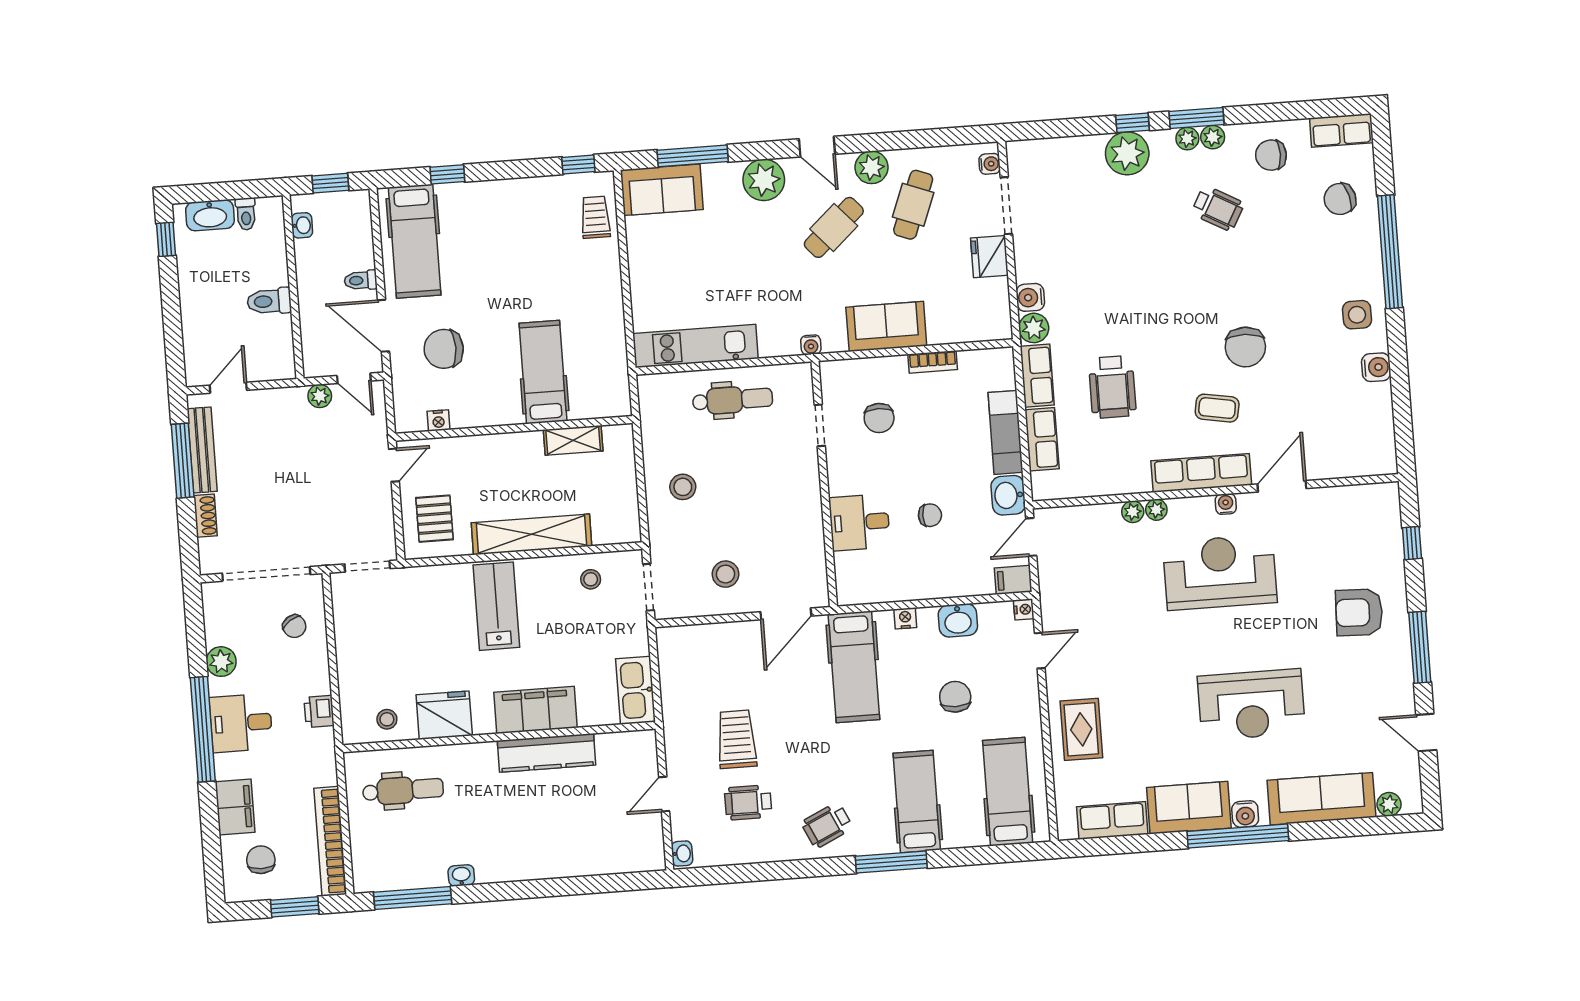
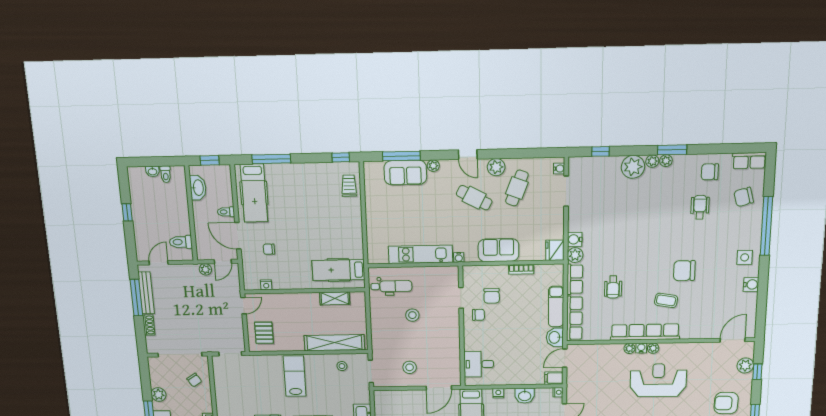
window: (1132, 123) -> (601, 151), moved
plant: (1213, 137) -> (652, 161), moved
window: (447, 174) -> (271, 159), width x2.17
plant: (764, 180) -> (433, 166), width x0.53, depth x0.53
sofa: (662, 190) -> (405, 173), moved
wheelchair: (1218, 208) -> (700, 207), moved, turned -119
washbasin: (210, 215) -> (152, 171), width x0.52, depth x0.69
washbasin: (302, 225) -> (198, 188), width x1.91, depth x1.45
cafe table: (834, 227) -> (474, 198), turned 70
window: (166, 239) -> (127, 212), moved
fridge: (989, 257) -> (555, 250), moved
toilet: (269, 301) -> (181, 242), moved
kitchen unit: (696, 346) -> (421, 254), moved
chair: (1245, 347) -> (684, 271), turned 88
chair: (444, 349) -> (269, 249), width x0.54, depth x0.54
hospital bed: (543, 372) -> (338, 270), moved, turned -90
door: (354, 378) -> (223, 261), hinge flipped
wheelchair: (1112, 387) -> (613, 287), width x0.73, depth x0.73
dental chair: (733, 400) -> (391, 286), moved
row of seats: (1042, 439) -> (574, 318), width x1.48
row of seats: (1201, 473) -> (645, 332), width x1.36
door: (1282, 486) -> (733, 340), moved
stool: (683, 487) -> (412, 315), moved
water cooler: (1226, 504) -> (641, 348), moved
plant: (1133, 512) -> (653, 348), moved
chair: (930, 515) -> (478, 315), moved
desk: (860, 522) -> (479, 364), moved
plant: (1387, 532) -> (745, 365), added
shelving: (531, 534) -> (334, 343), moved

